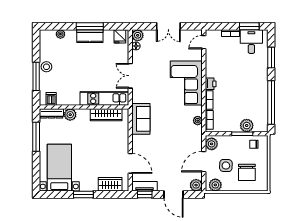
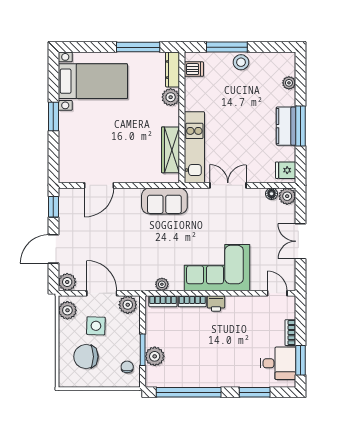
wardrobe: (110, 184) -> (68, 156), removed
tv unit: (145, 186) -> (65, 206), removed

